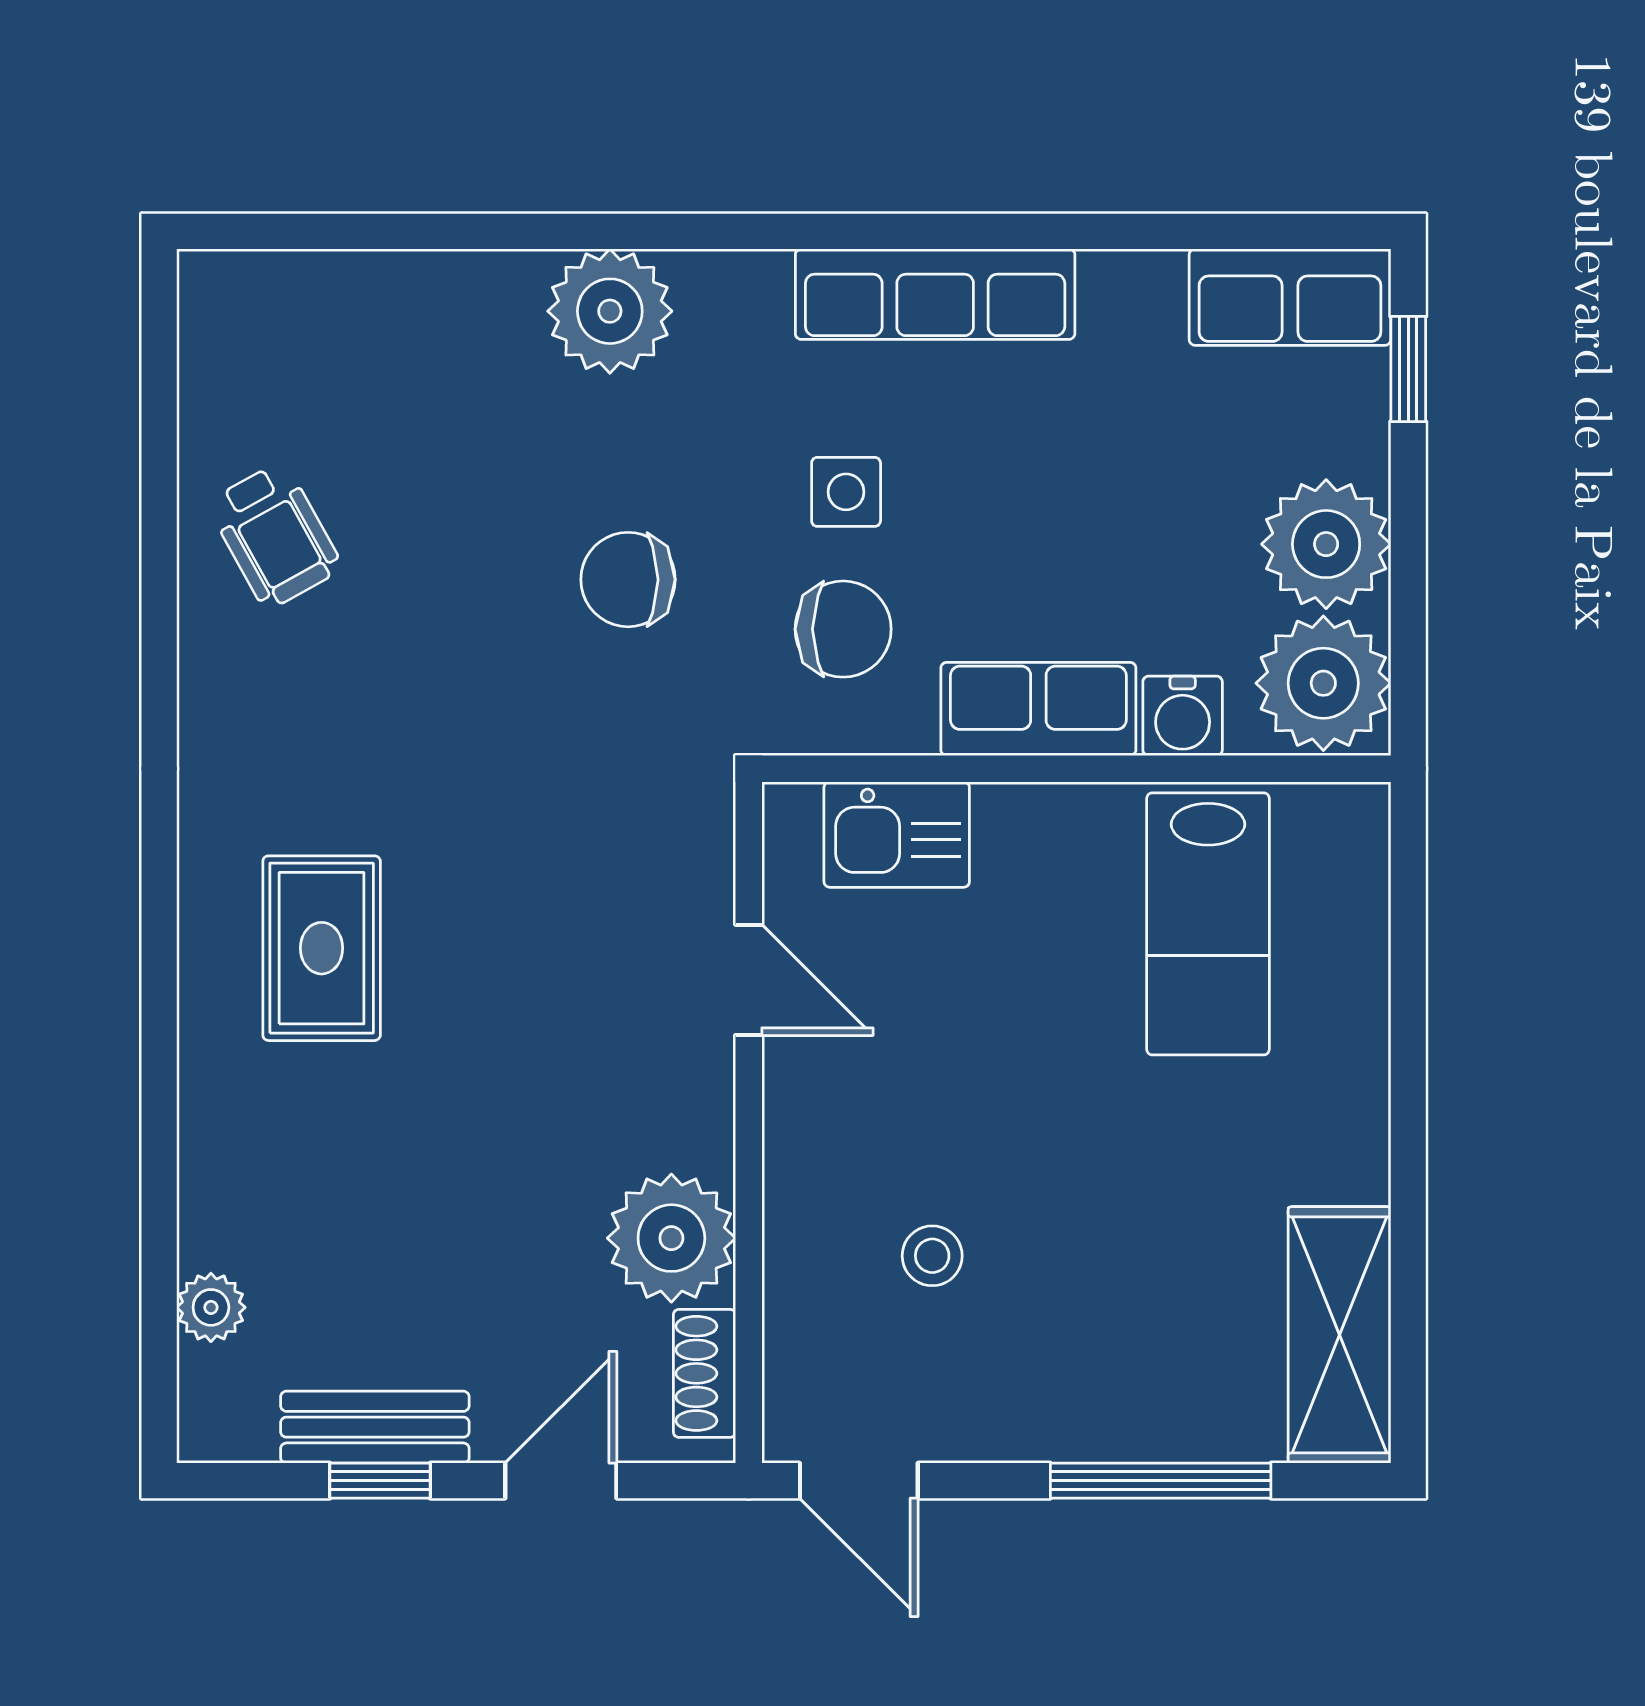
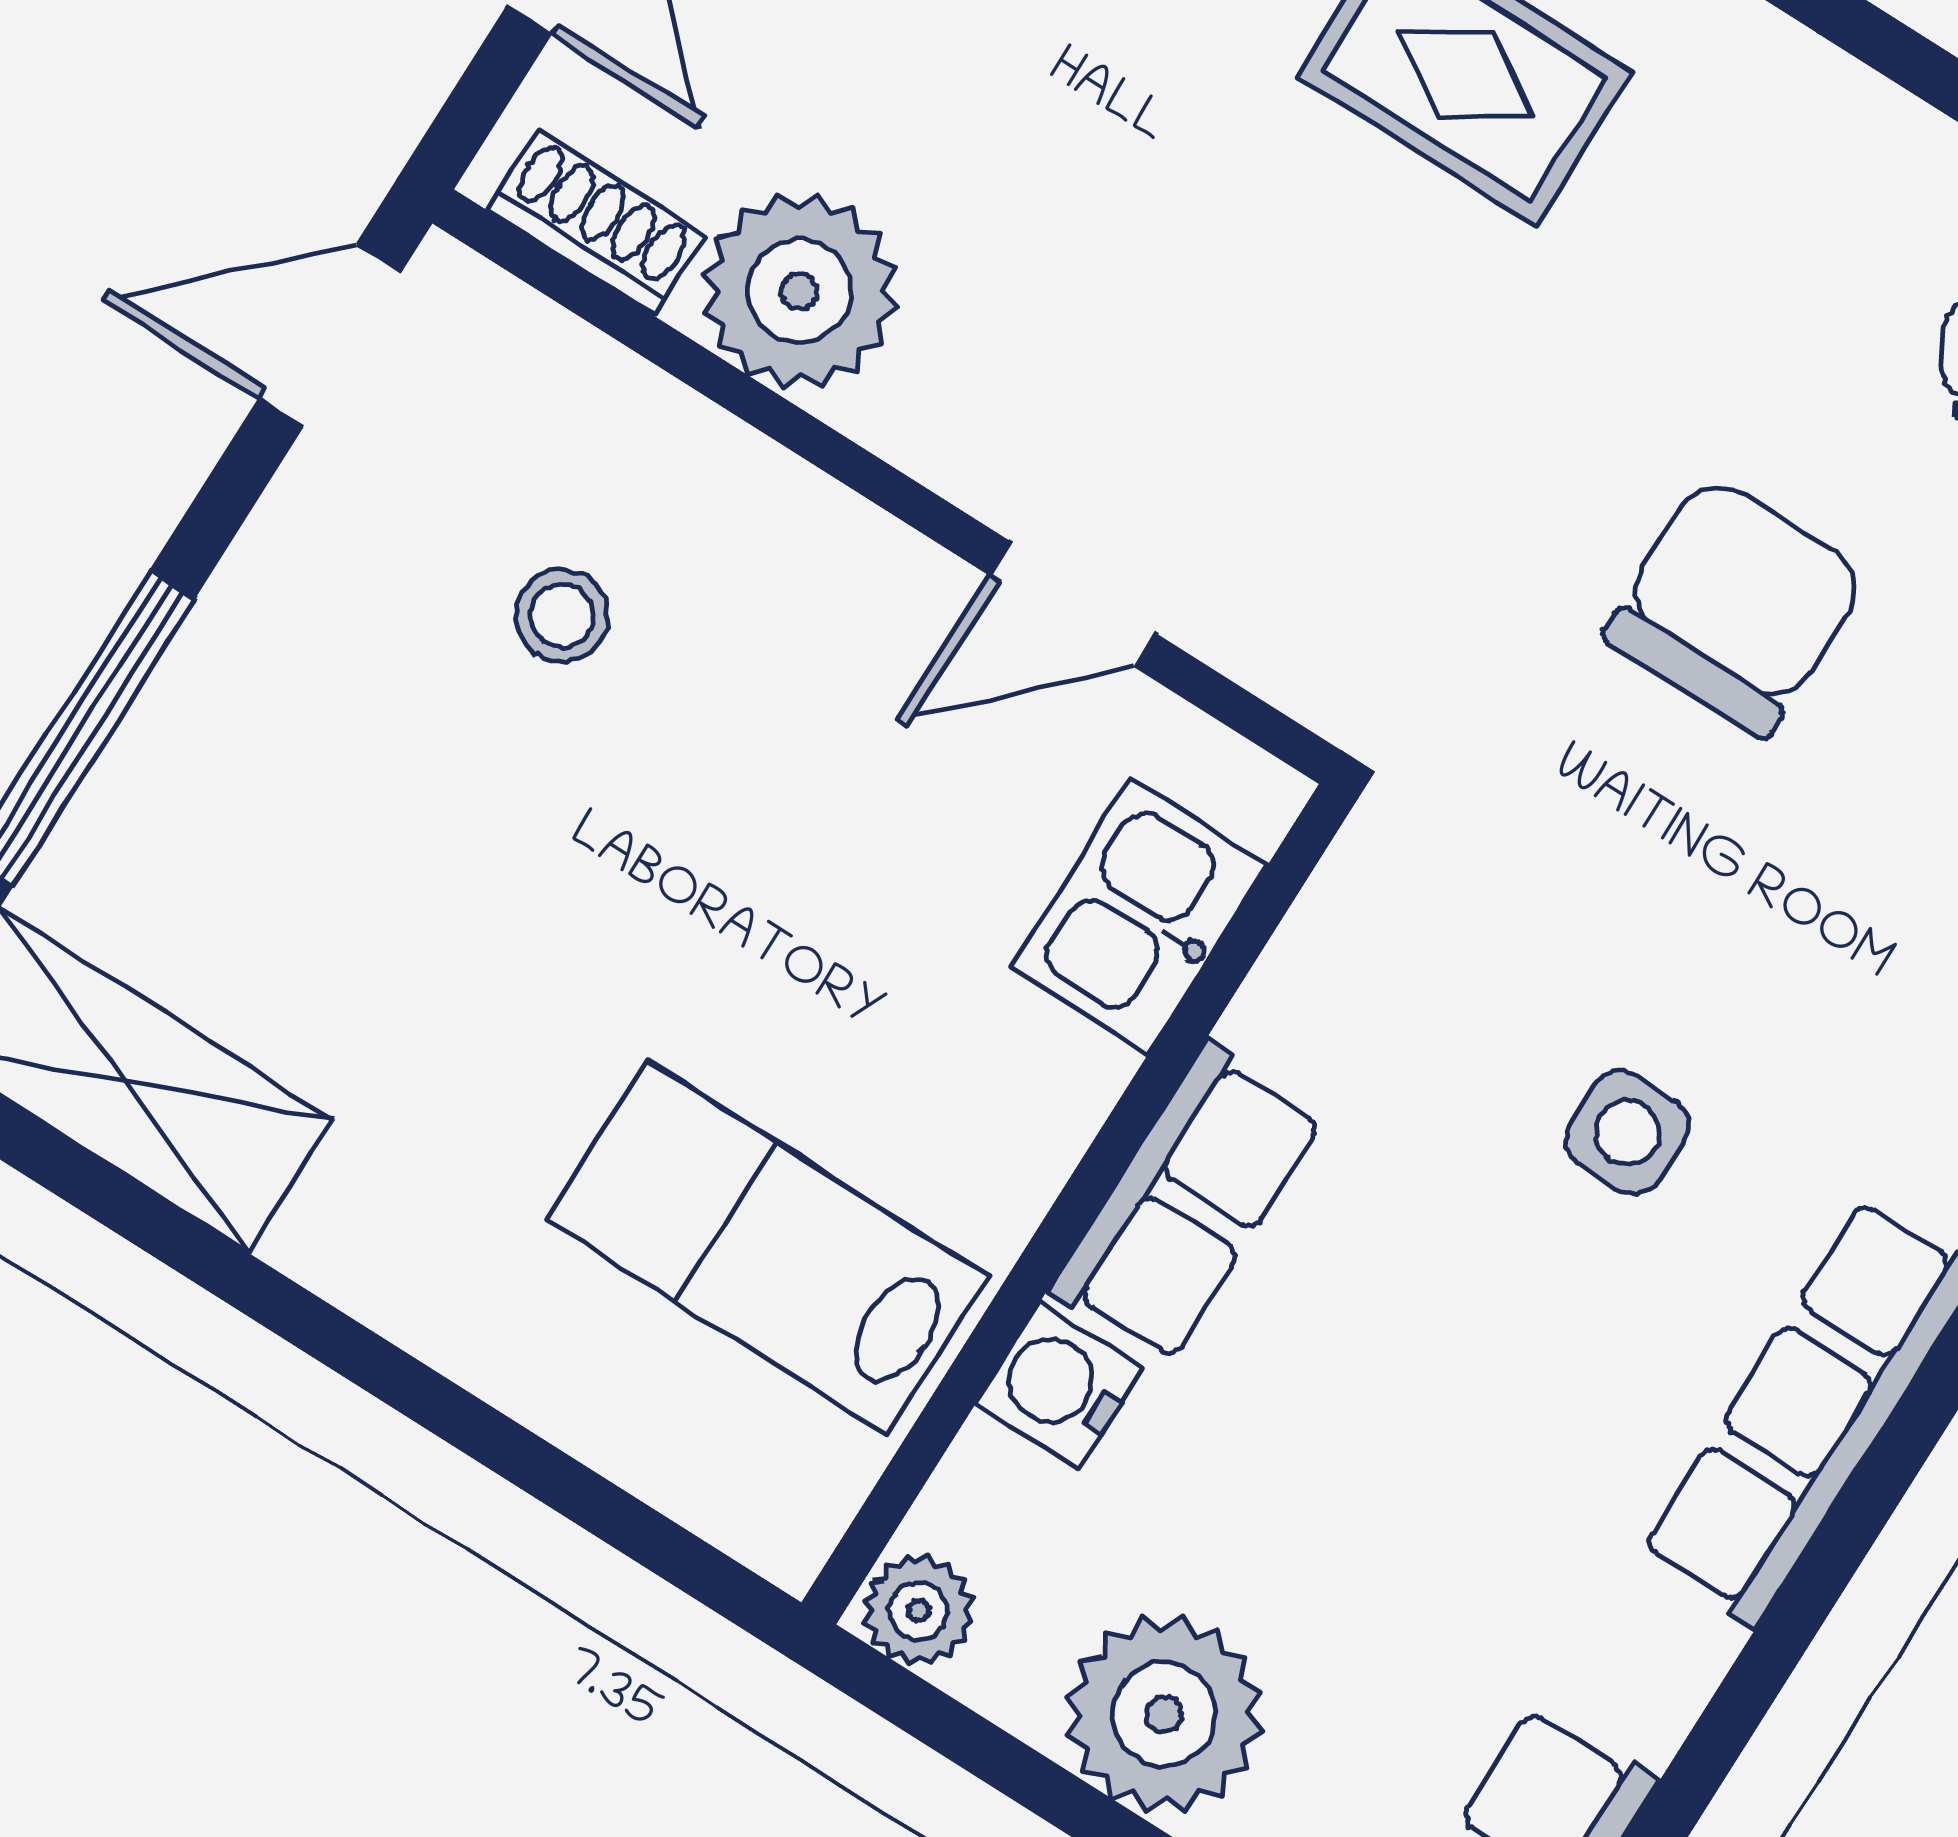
chair: (628, 580) -> (1735, 606), moved, width x1.37, depth x1.37
chair: (843, 629) -> (1451, 1015), removed
plant: (1323, 683) -> (919, 1611), width x0.53, depth x0.53

